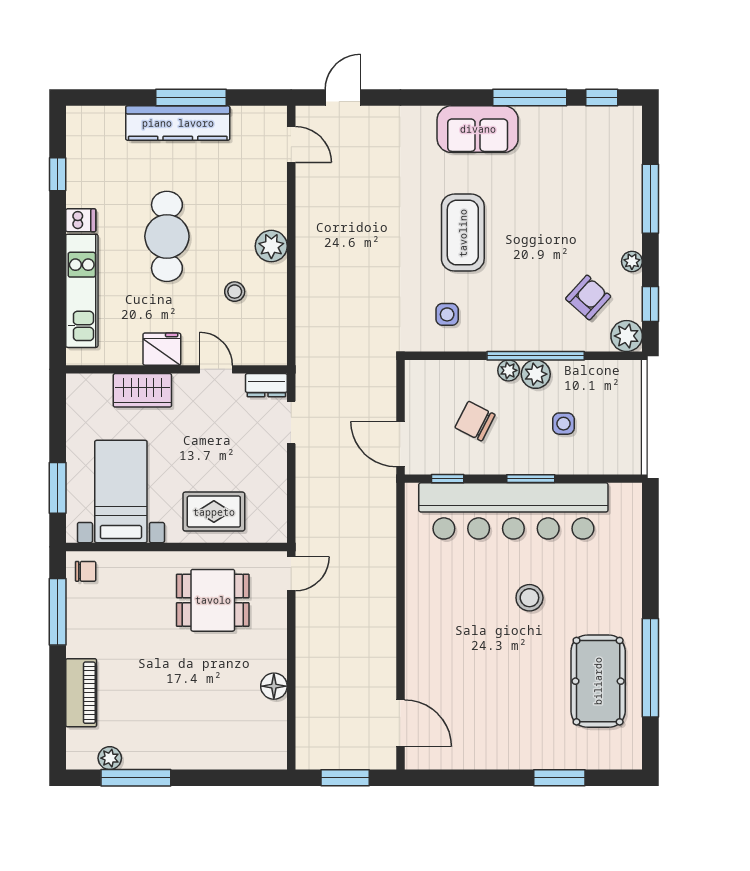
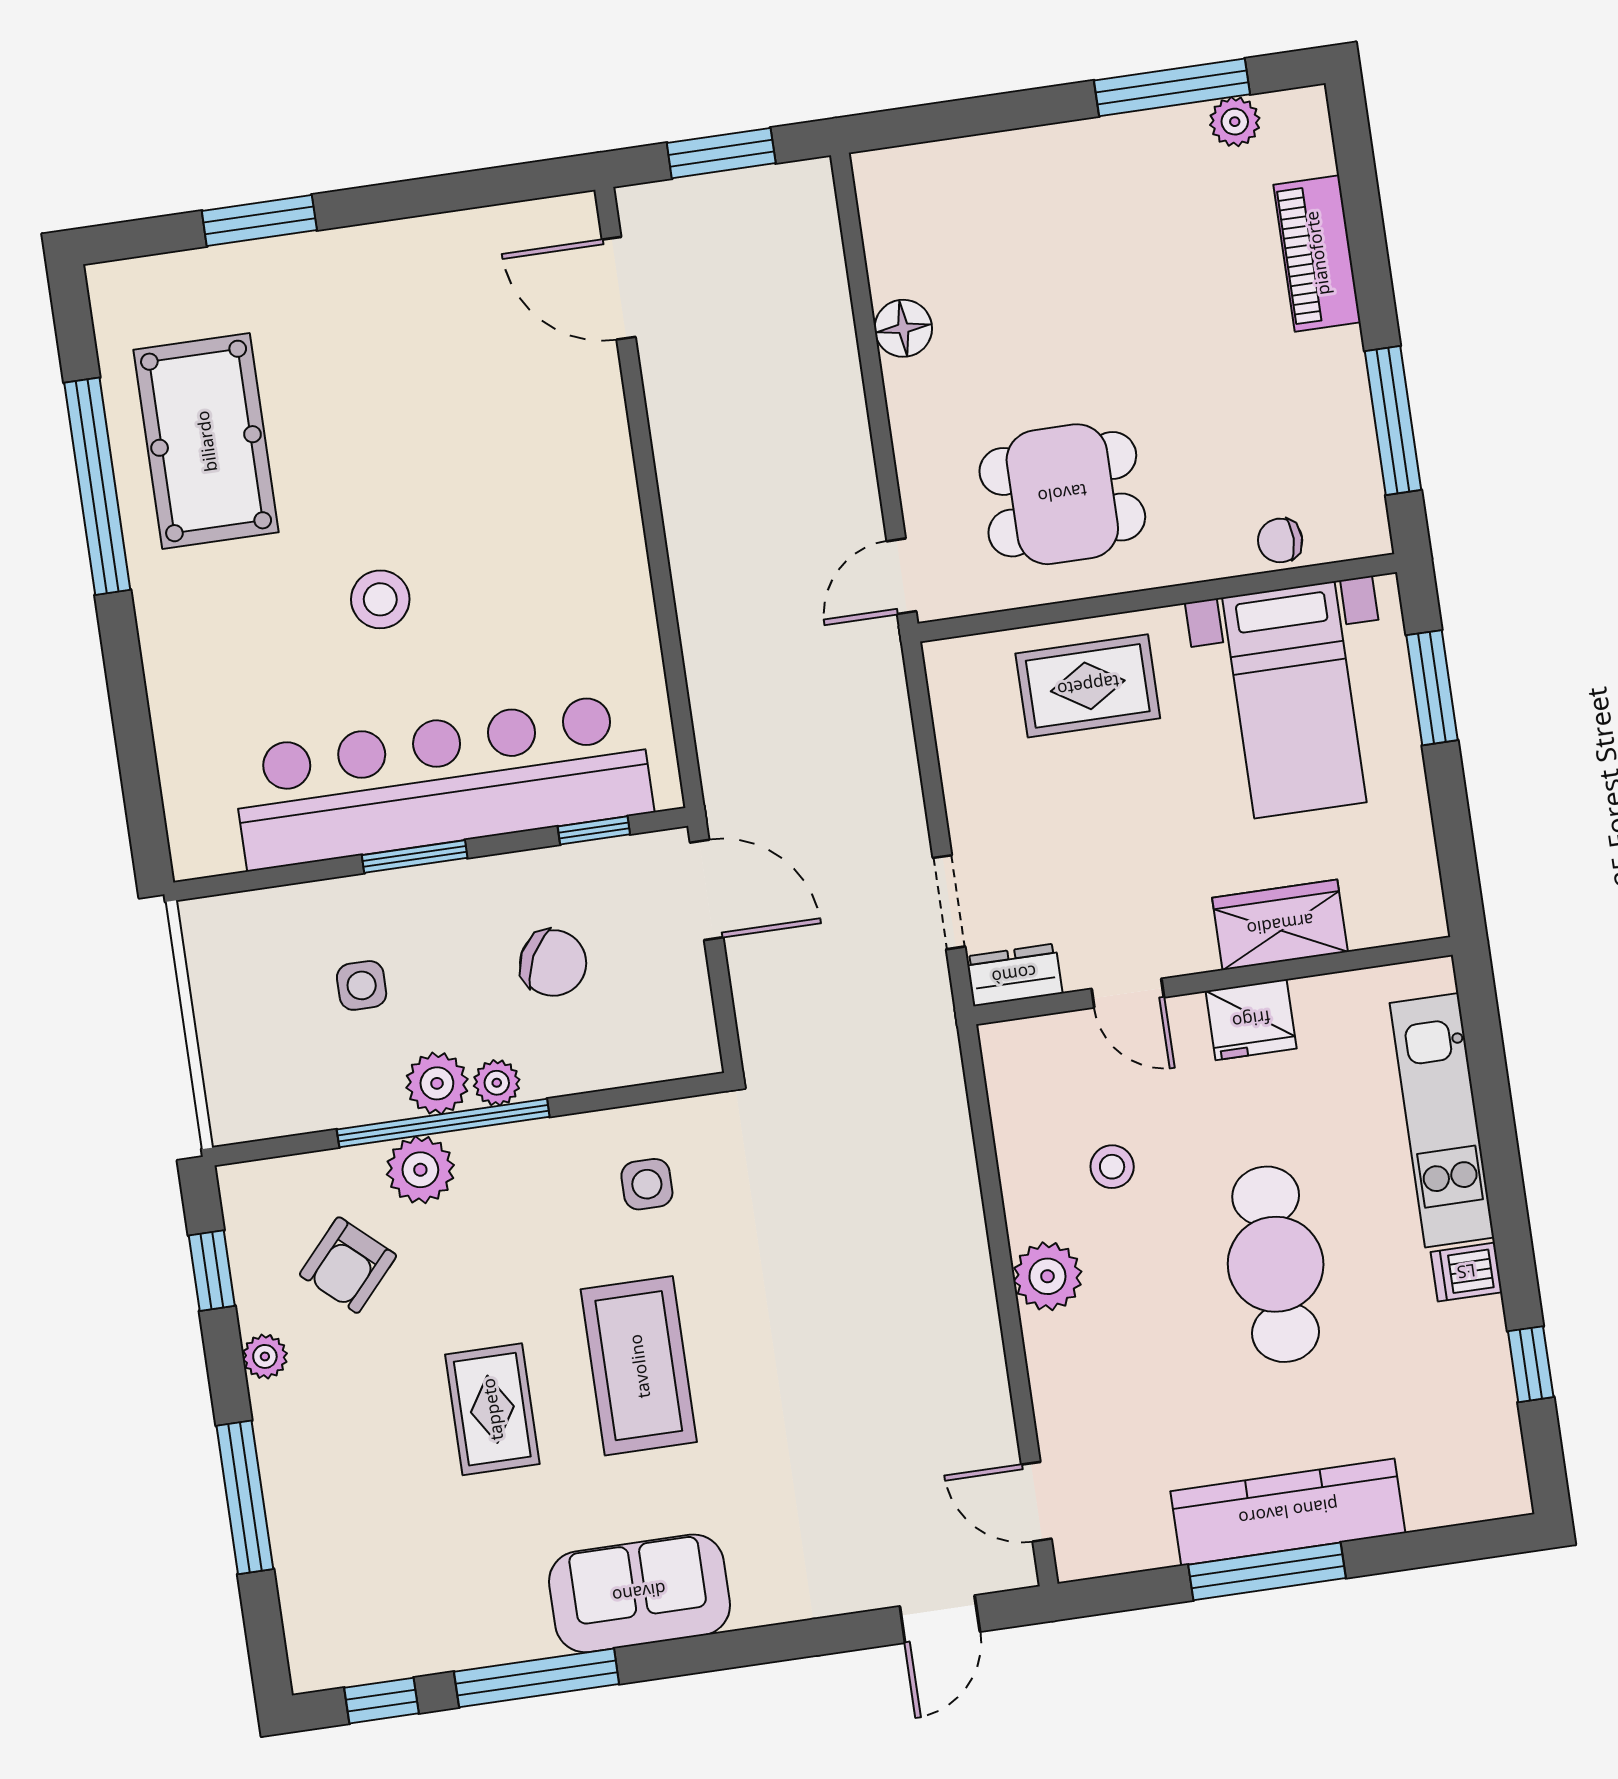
rug: (532, 222) -> (492, 1409), added
plant: (627, 336) -> (420, 1170), moved
chair: (86, 571) -> (1280, 540), moved

